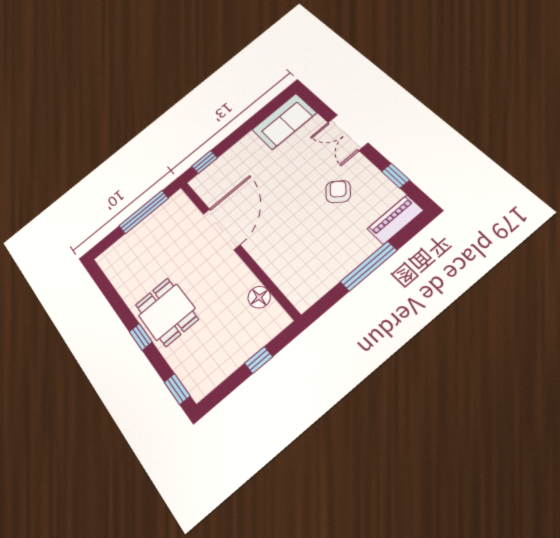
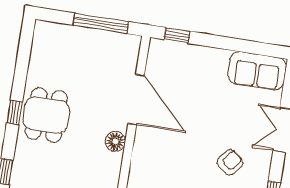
door: (221, 229) -> (136, 100), hinge flipped
floor lamp: (259, 297) -> (115, 141), moved

